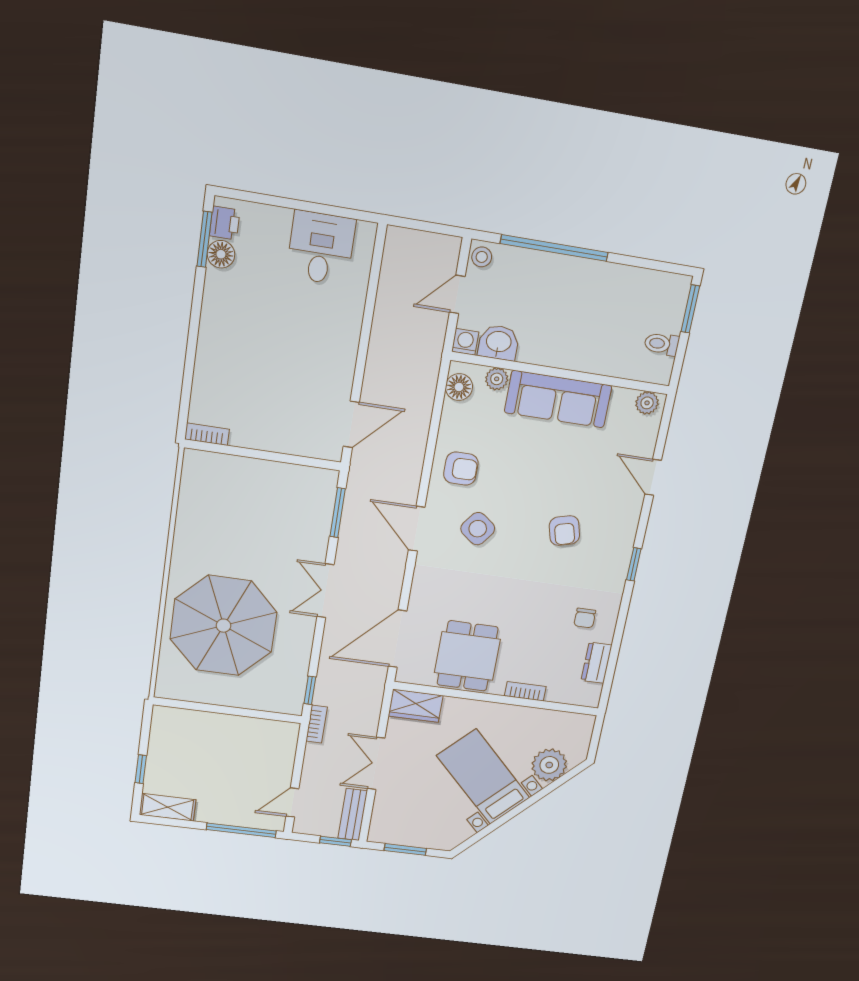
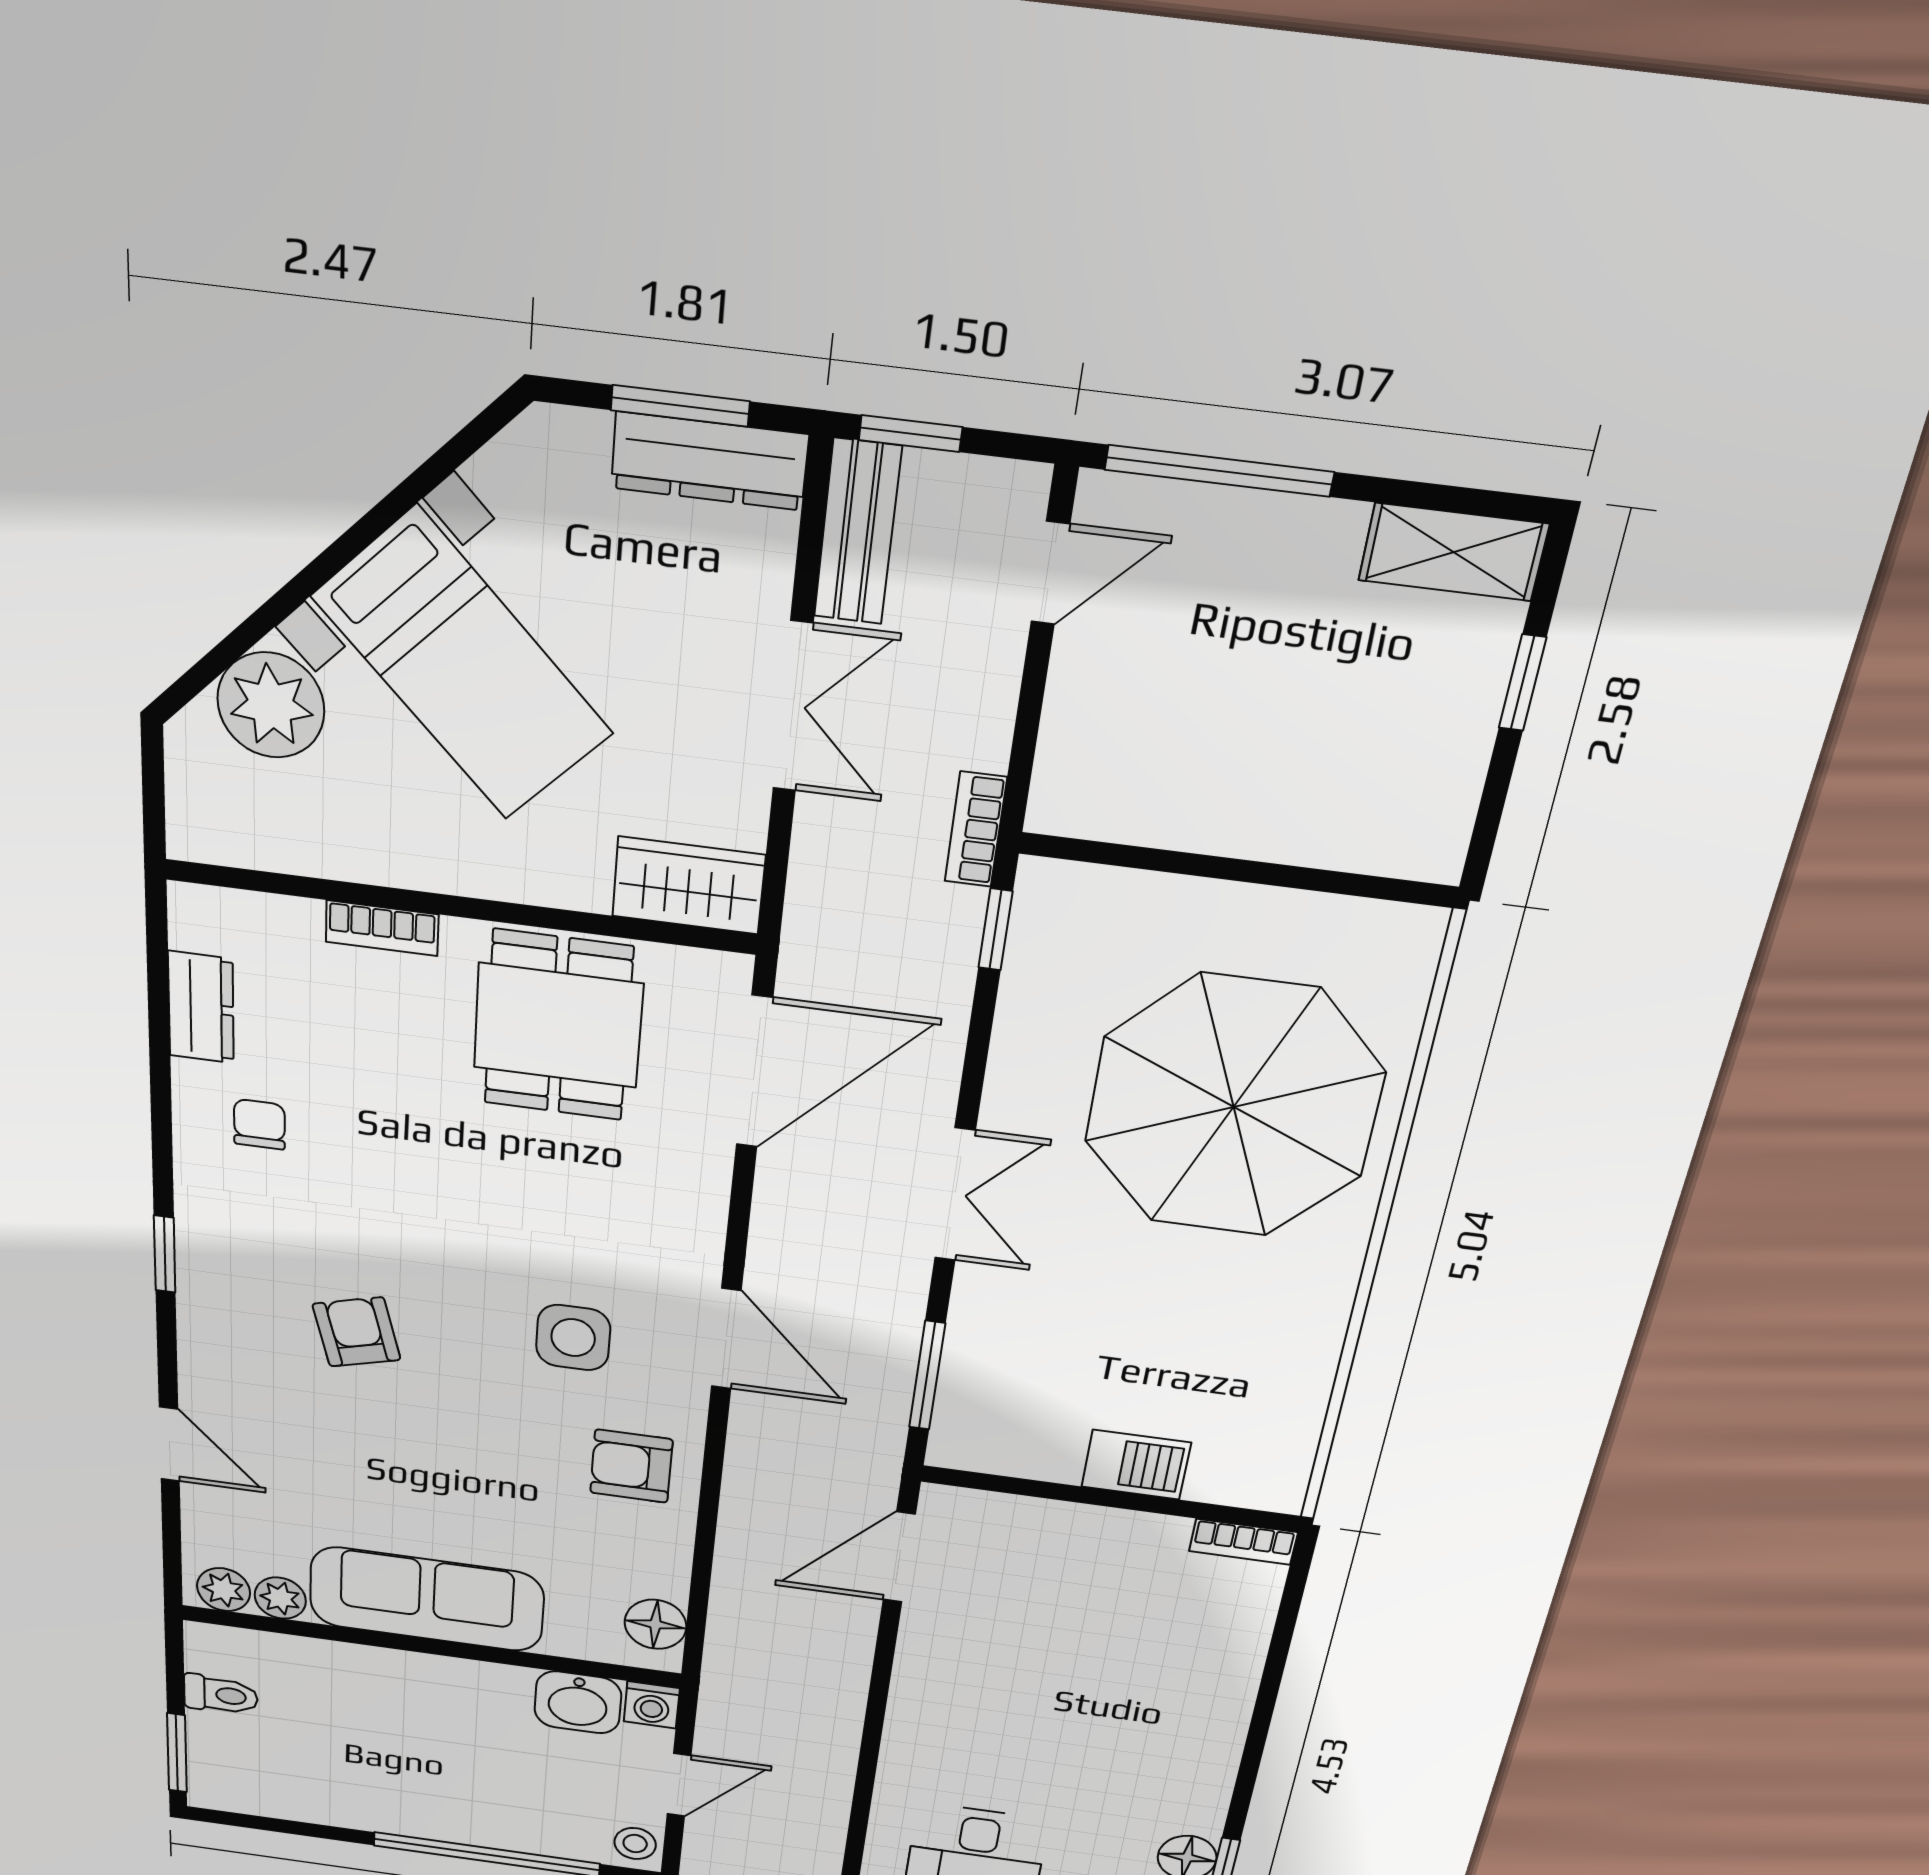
plant: (497, 379) -> (280, 1598), moved
barbecue: (253, 472) -> (1136, 1465), added
side table: (478, 529) -> (573, 1338), turned -37
dresser: (398, 835) -> (709, 461), added

